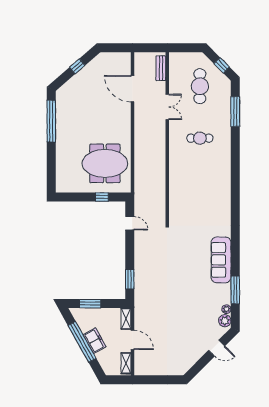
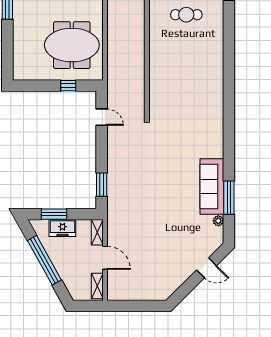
sofa: (221, 260) -> (212, 187), moved
plant: (225, 321) -> (216, 235), removed
freezer: (95, 341) -> (62, 228), moved, turned 119

